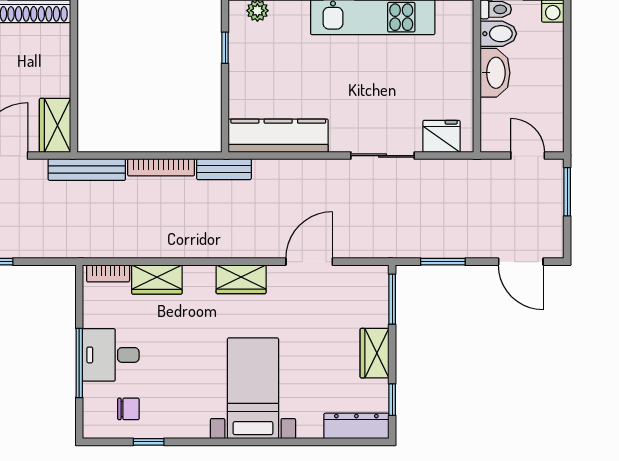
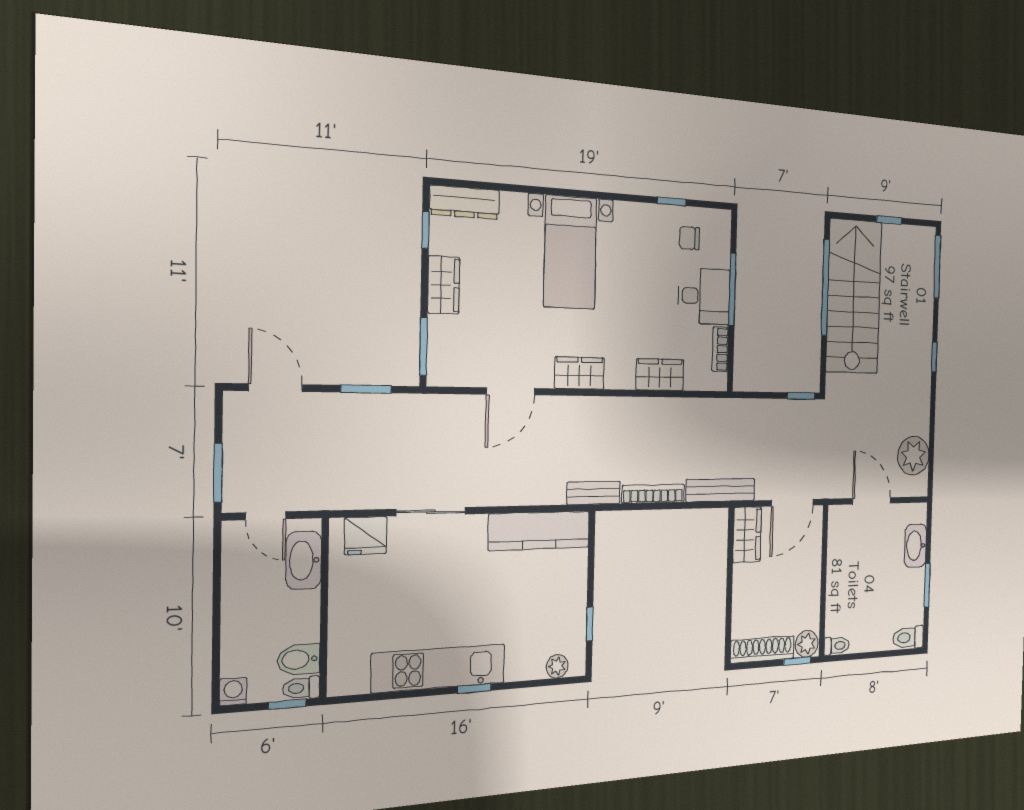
washbasin: (495, 73) -> (304, 560), moved
bookcase: (108, 273) -> (720, 349), moved, turned -90

